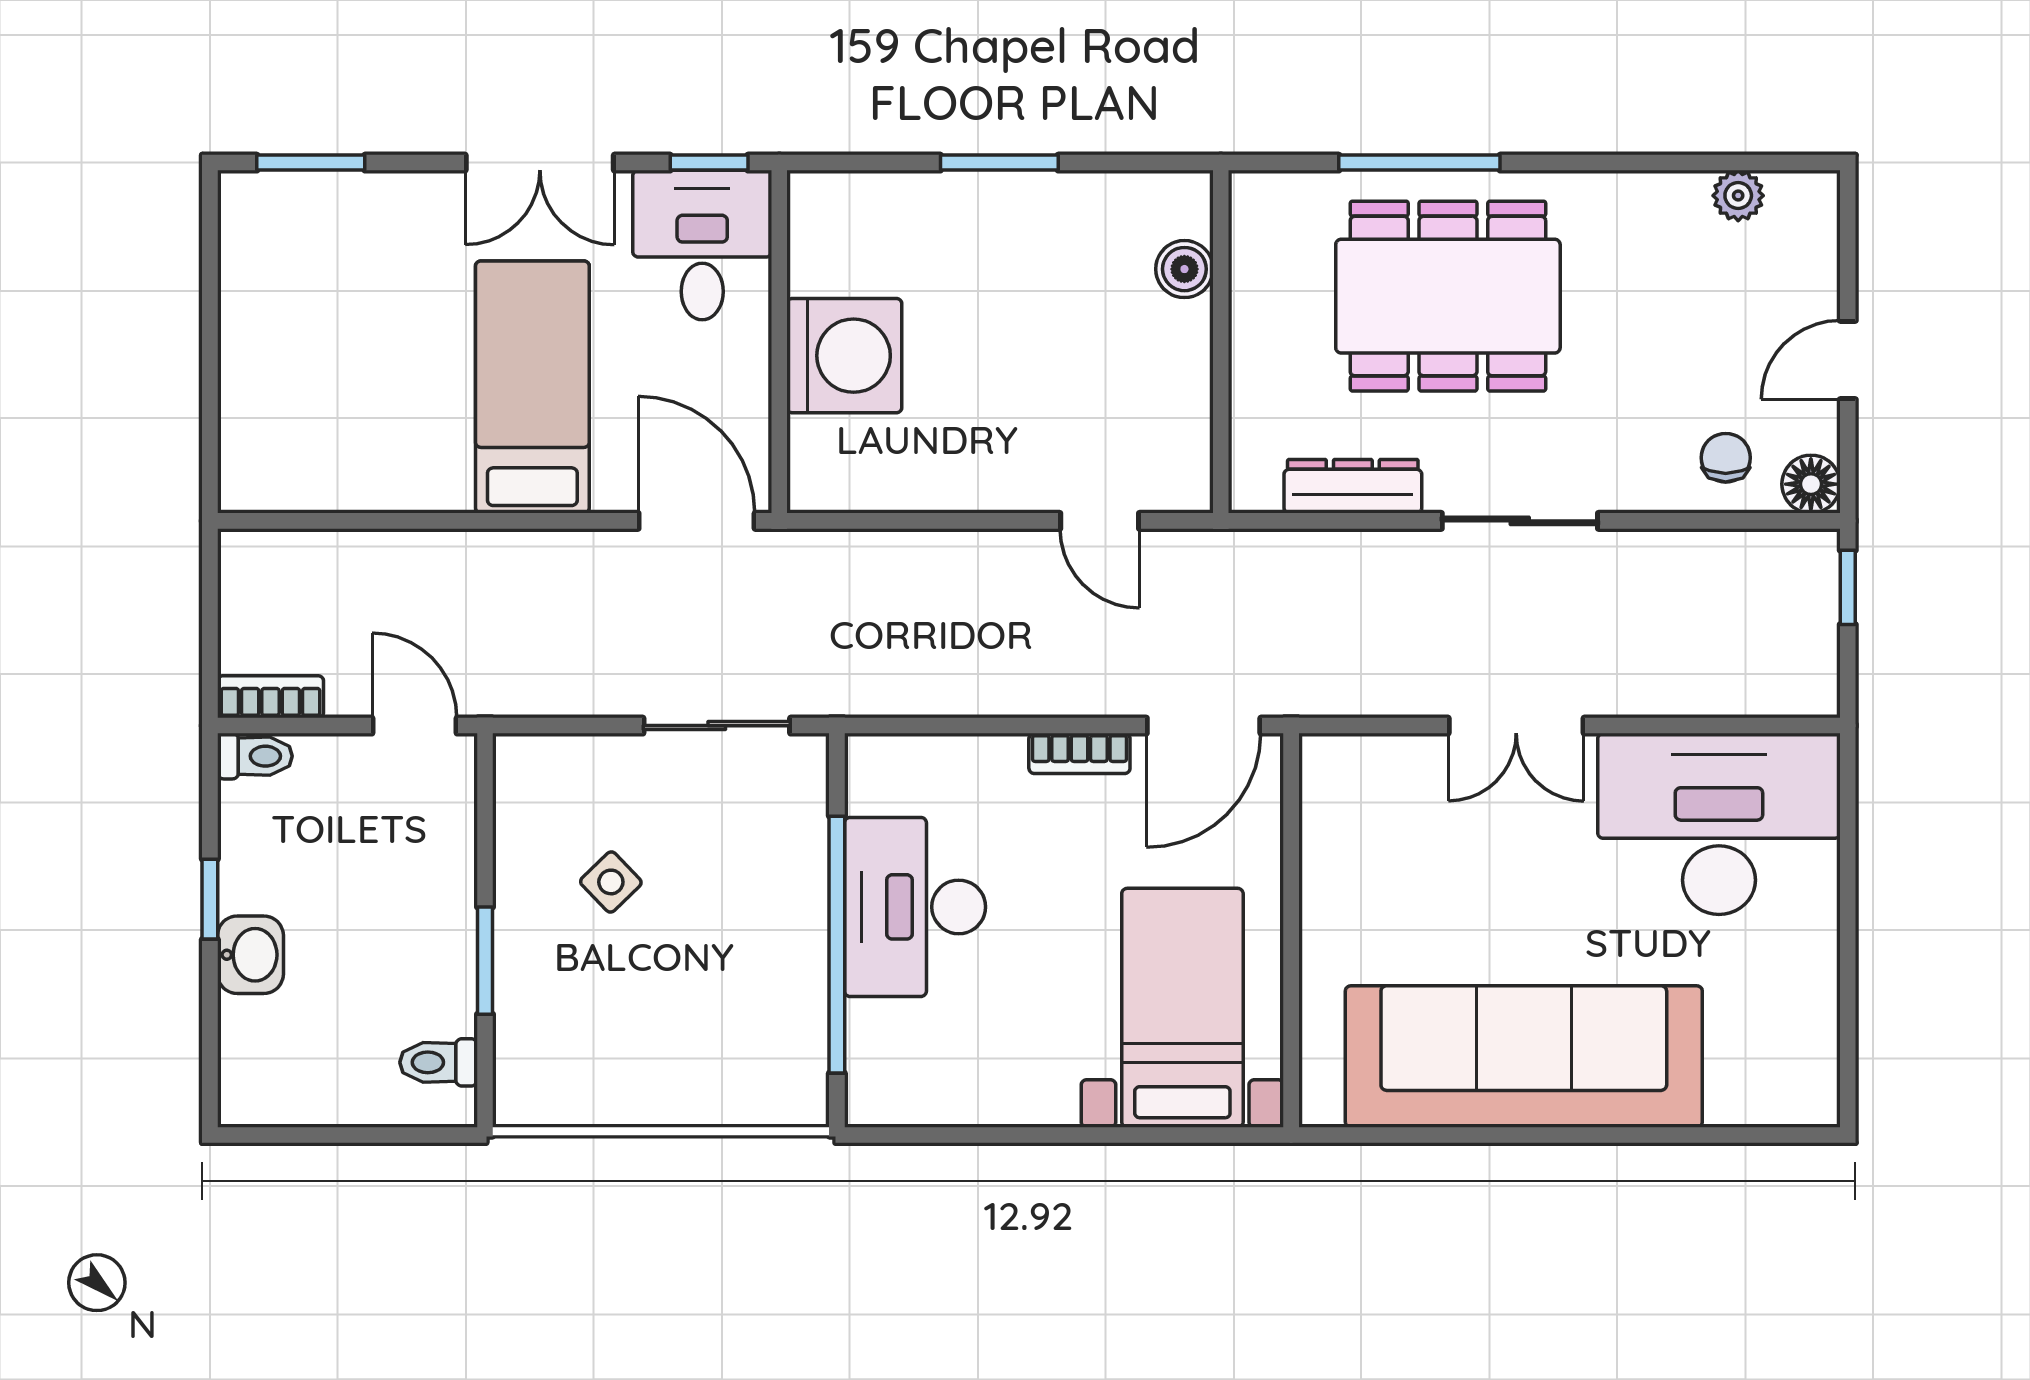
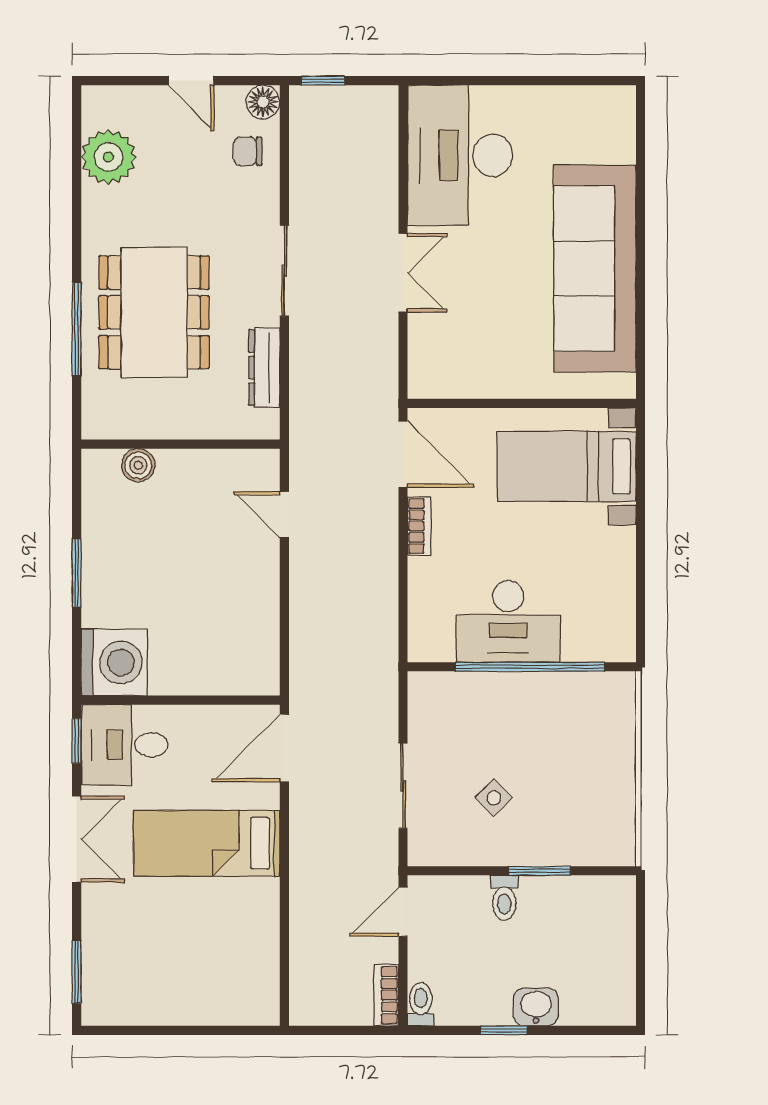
plant: (1738, 196) -> (108, 157), width x1.88, depth x1.88
washing machine: (844, 356) -> (114, 662), moved, turned 90
door: (1100, 521) -> (284, 514), swing flipped
sliding door: (717, 726) -> (403, 786), moved
toilet: (439, 1062) -> (504, 898), moved

